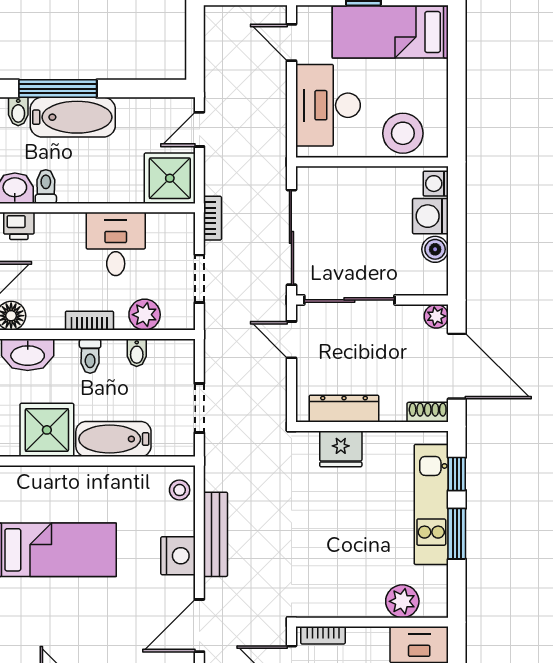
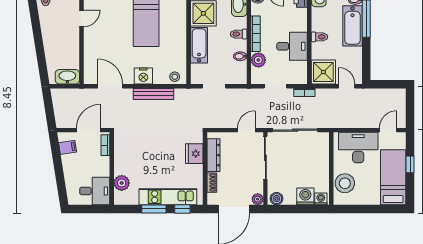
toilet: (46, 187) -> (319, 37), moved
boiler: (435, 249) -> (277, 199), moved
bookcase: (89, 321) -> (256, 34), width x1.56
shoe rack: (428, 412) -> (212, 183), moved

